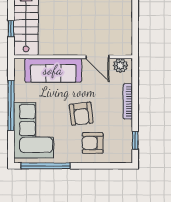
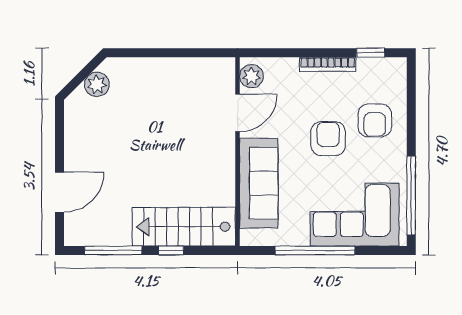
window: (11, 29) -> (171, 250), moved
bookcase: (128, 101) -> (328, 64), moved
armchair: (81, 114) -> (328, 139), turned -83

